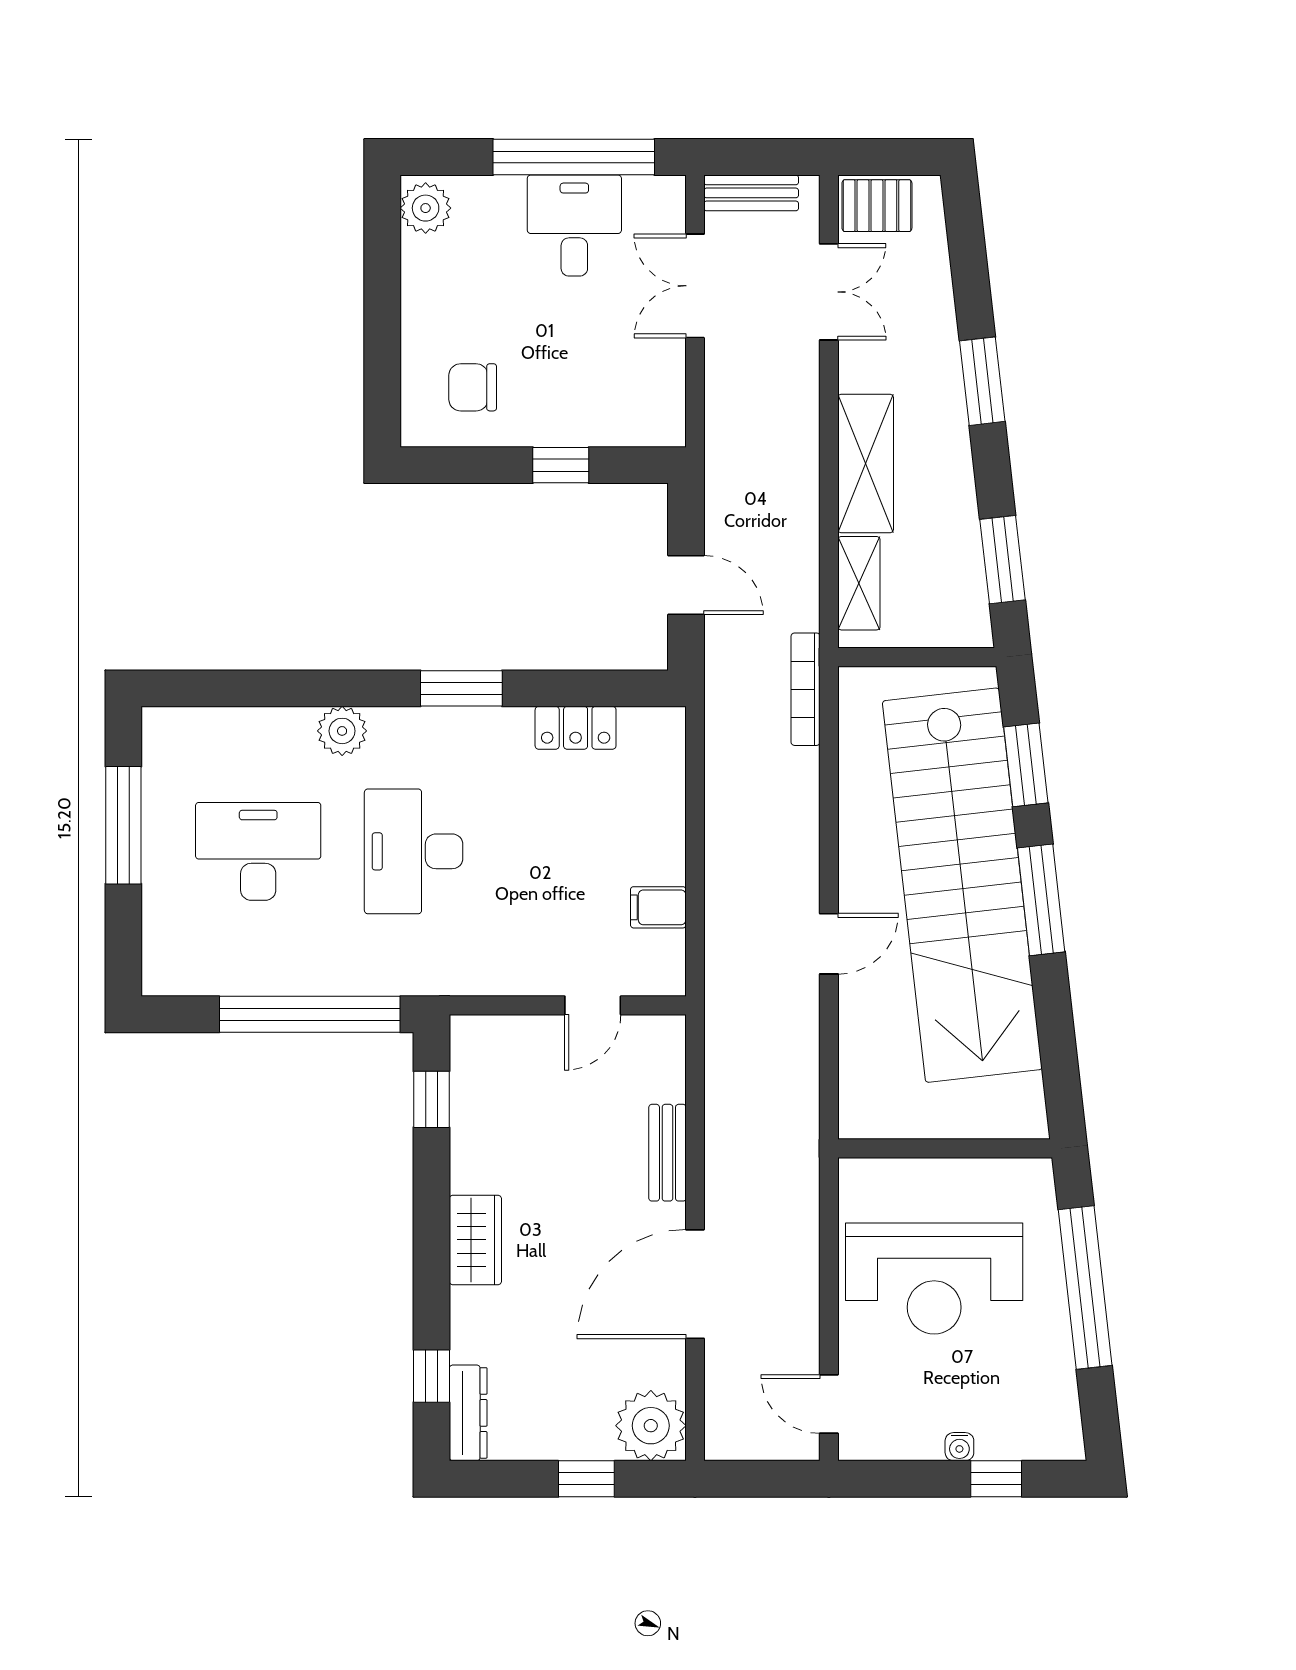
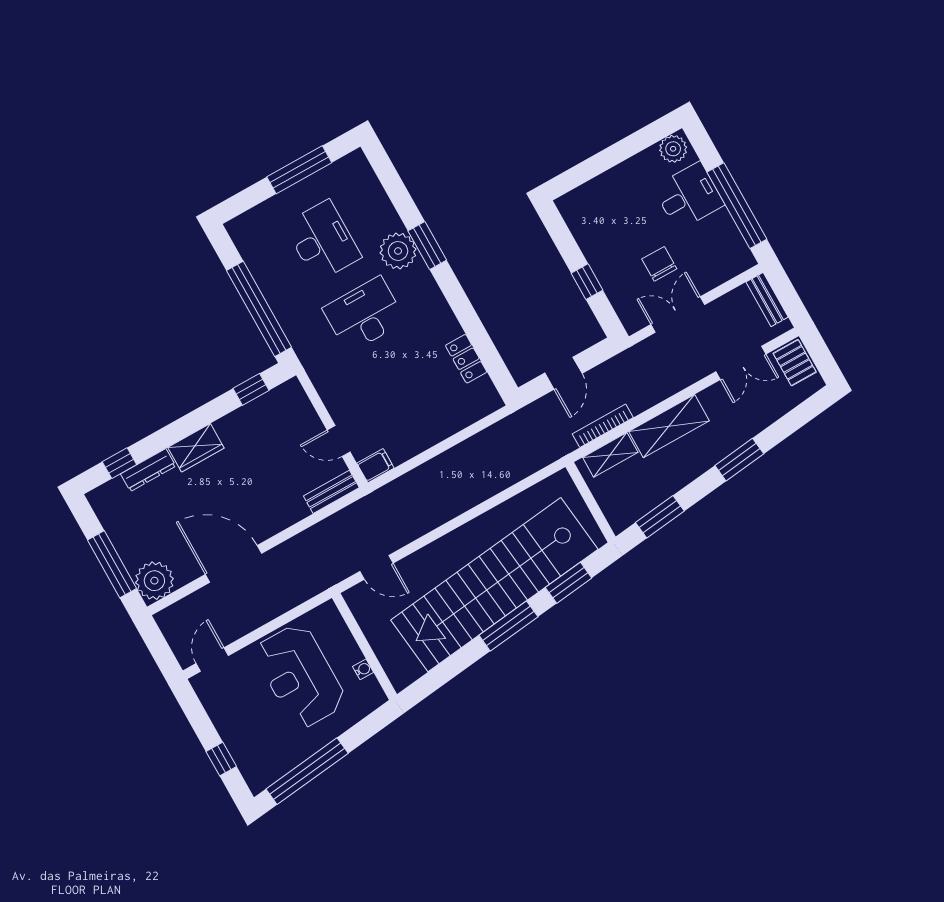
desk: (574, 226) -> (689, 196), moved
double door: (695, 286) -> (678, 315), moved
chair: (473, 387) -> (659, 264), moved
window: (461, 688) -> (427, 246), moved
bookcase: (806, 689) -> (603, 426), moved
plant: (342, 731) -> (398, 251), width x1.36, depth x1.36
filing cabinet: (658, 907) -> (375, 466), moved, turned 90
door: (829, 944) -> (377, 567), moved
bench: (667, 1153) -> (331, 492), moved
window: (1085, 1288) -> (307, 771), moved
dresser: (468, 1413) -> (148, 470), moved
water cooler: (959, 1447) -> (363, 669), moved, turned 180
window: (586, 1479) -> (112, 564), width x2.17

